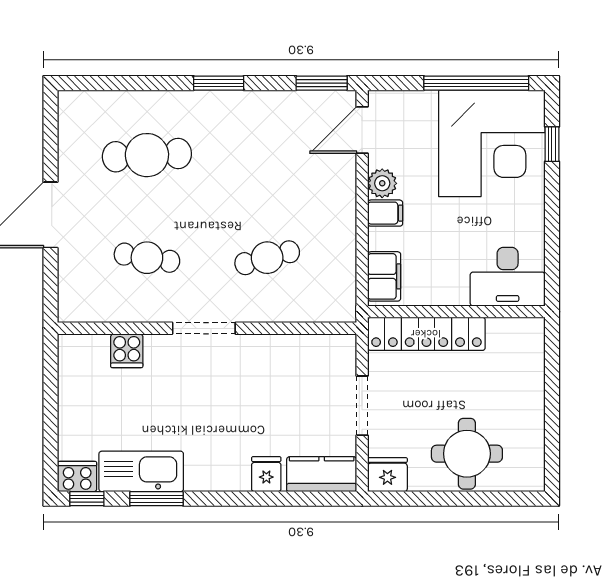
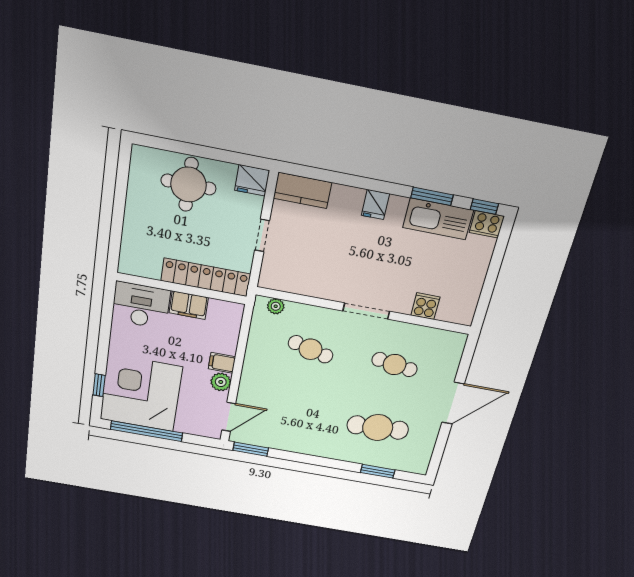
window: (219, 83) -> (378, 471), moved
cafe table: (267, 258) -> (311, 349), turned 30
filing cabinet: (384, 276) -> (189, 305), moved, turned -90
plant: (326, 311) -> (276, 306), added
doorway: (362, 406) -> (262, 235), width x0.73
fridge: (266, 474) -> (375, 205), moved

